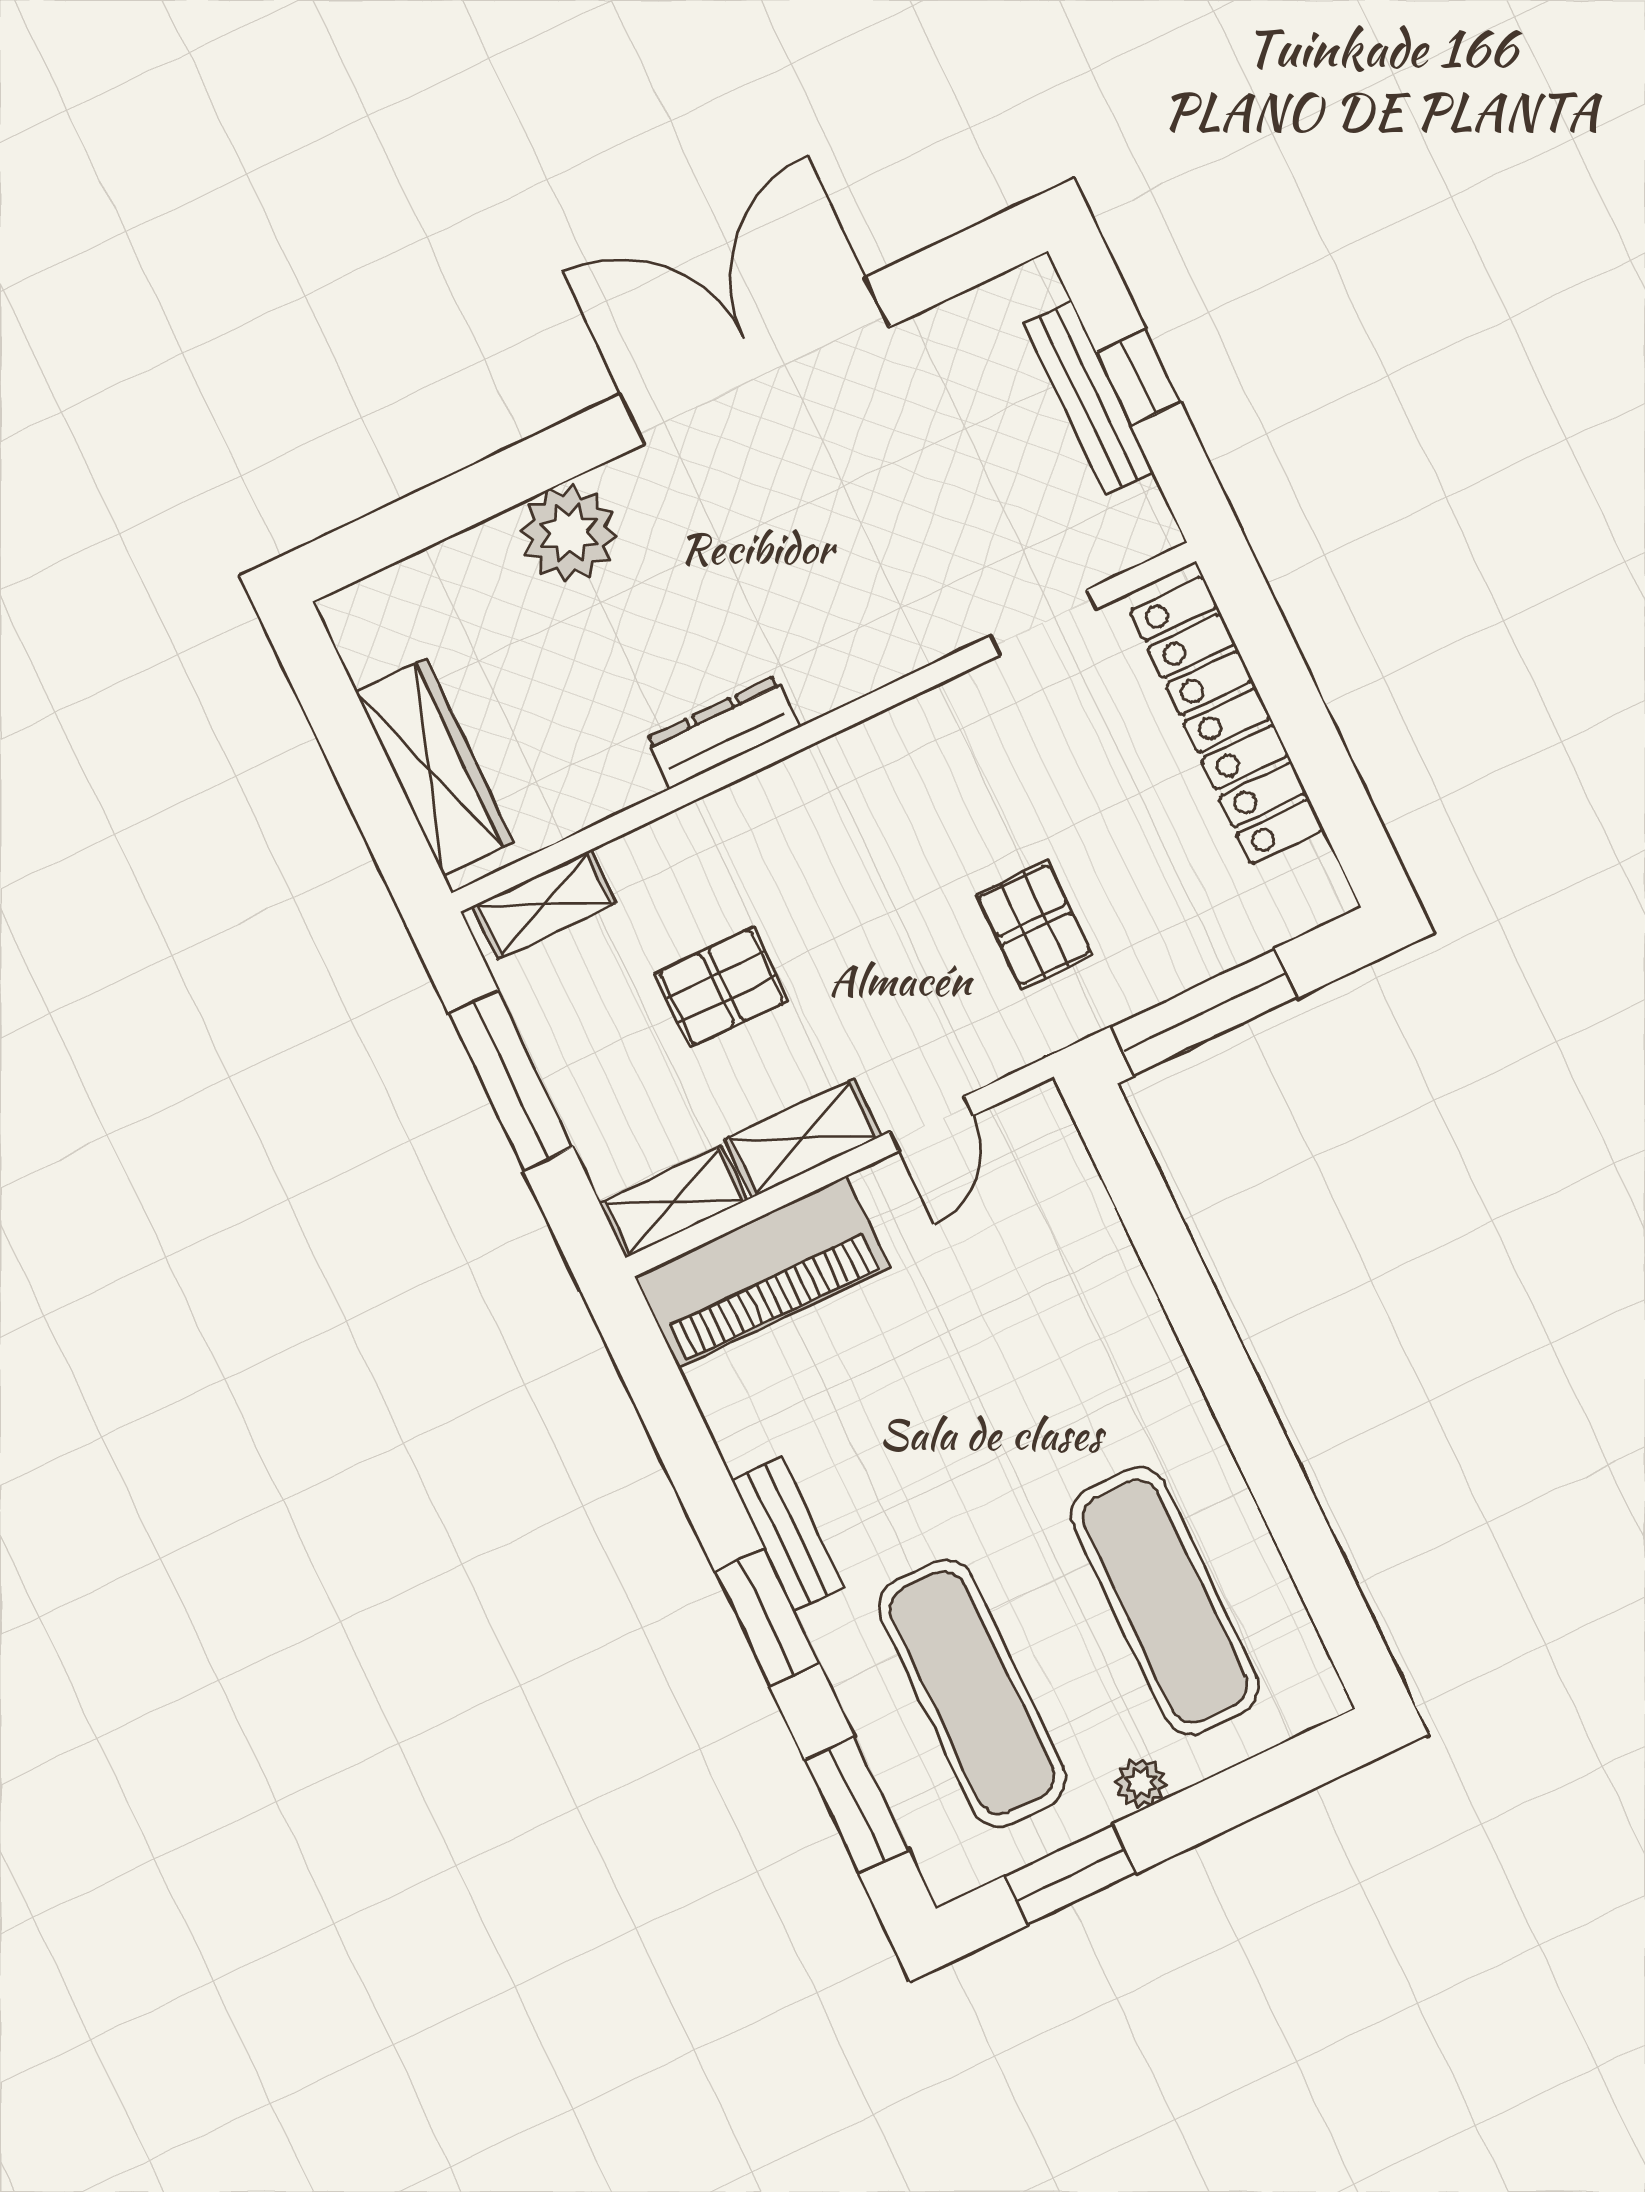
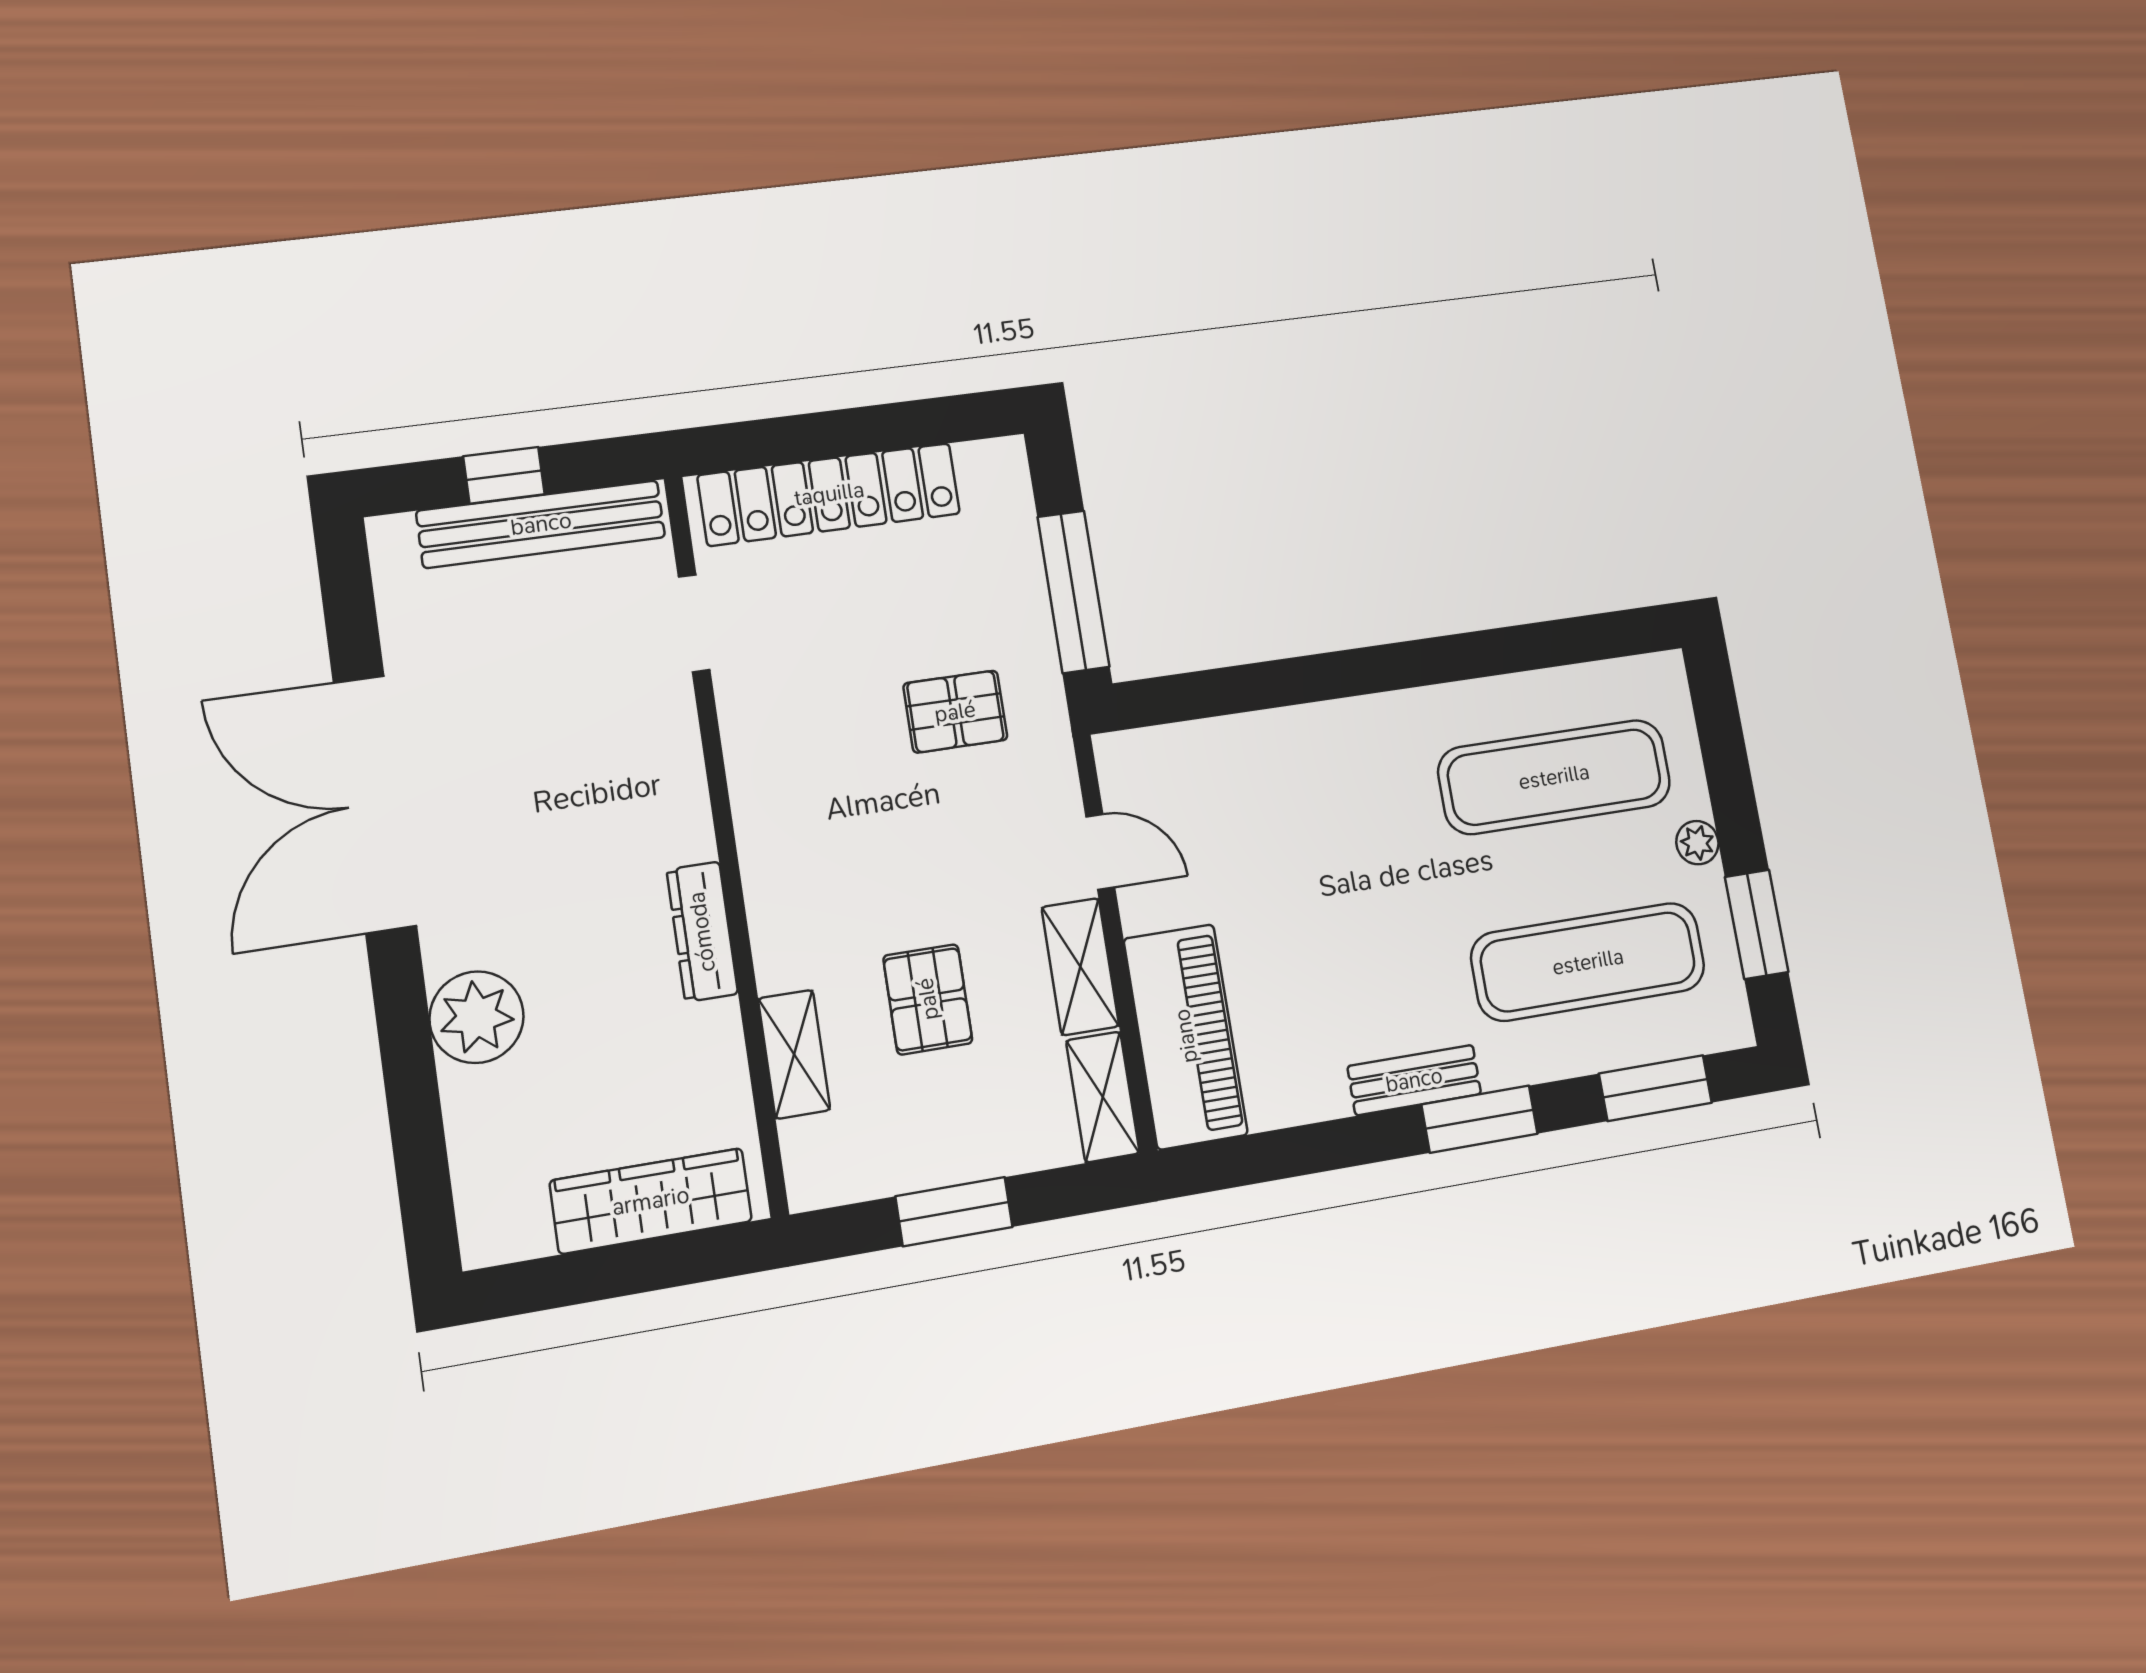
bench: (1089, 398) -> (541, 524), width x1.37, depth x1.21
shelving: (544, 904) -> (794, 1054), moved
window: (511, 1080) -> (954, 1212), width x0.69

